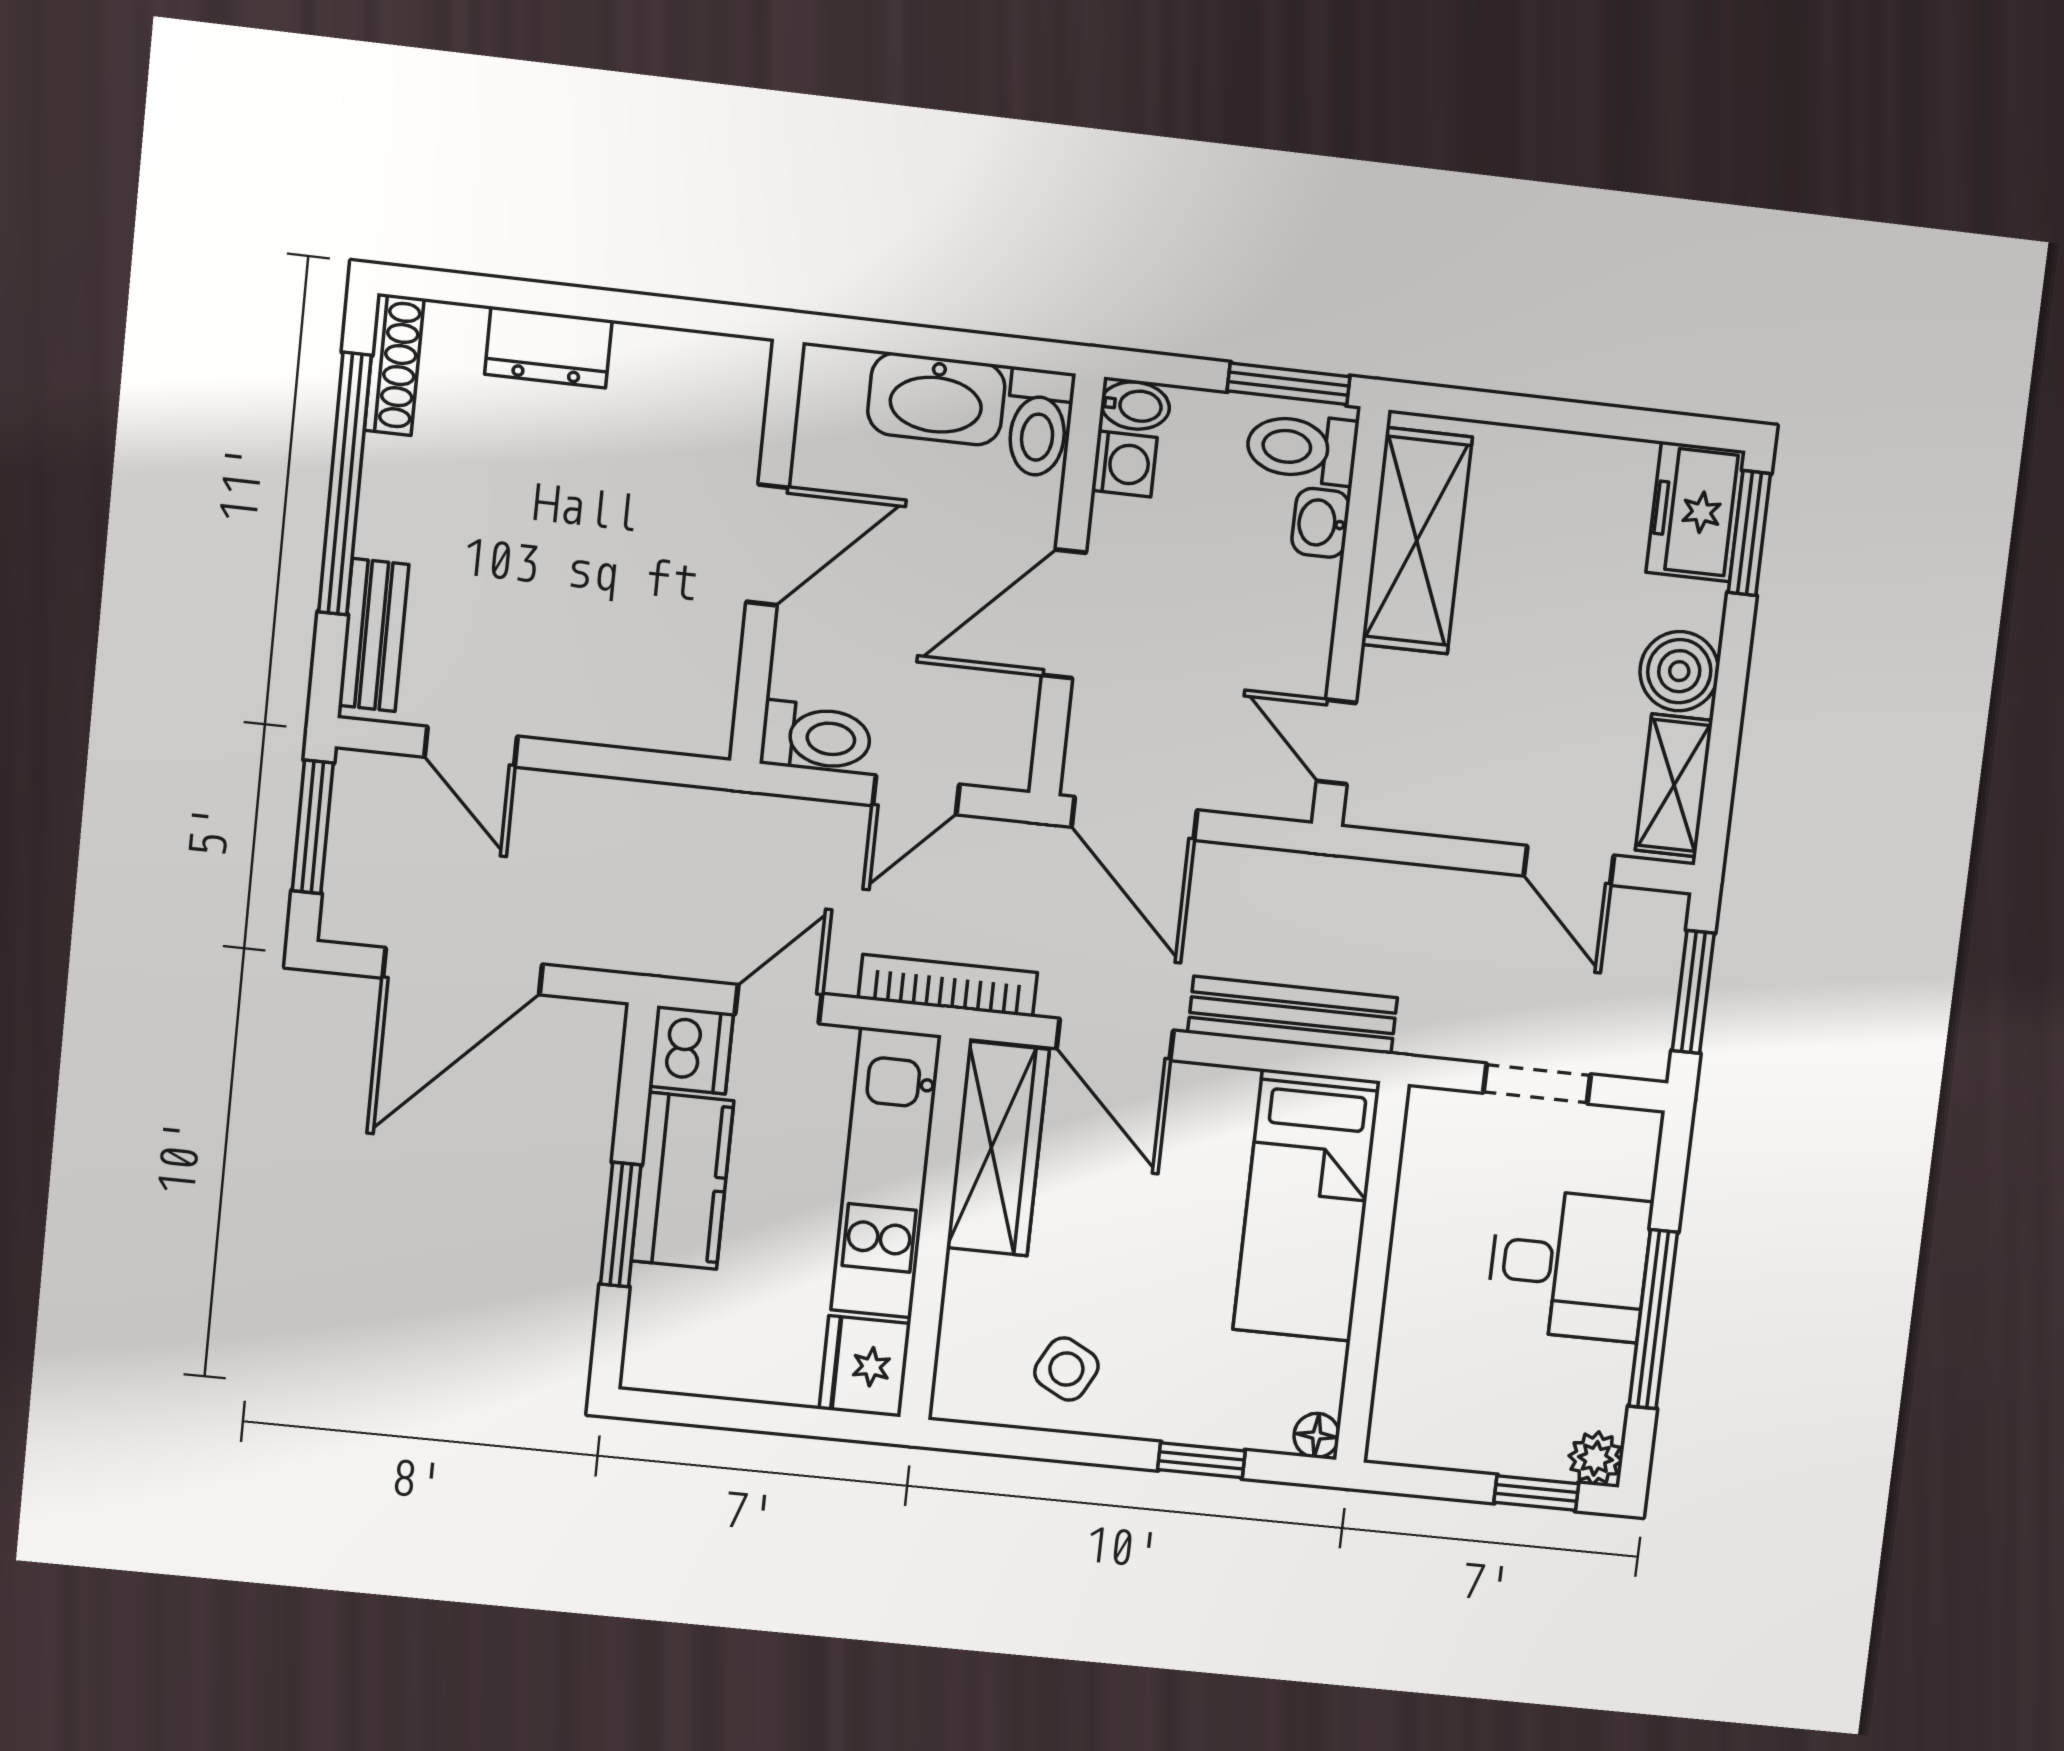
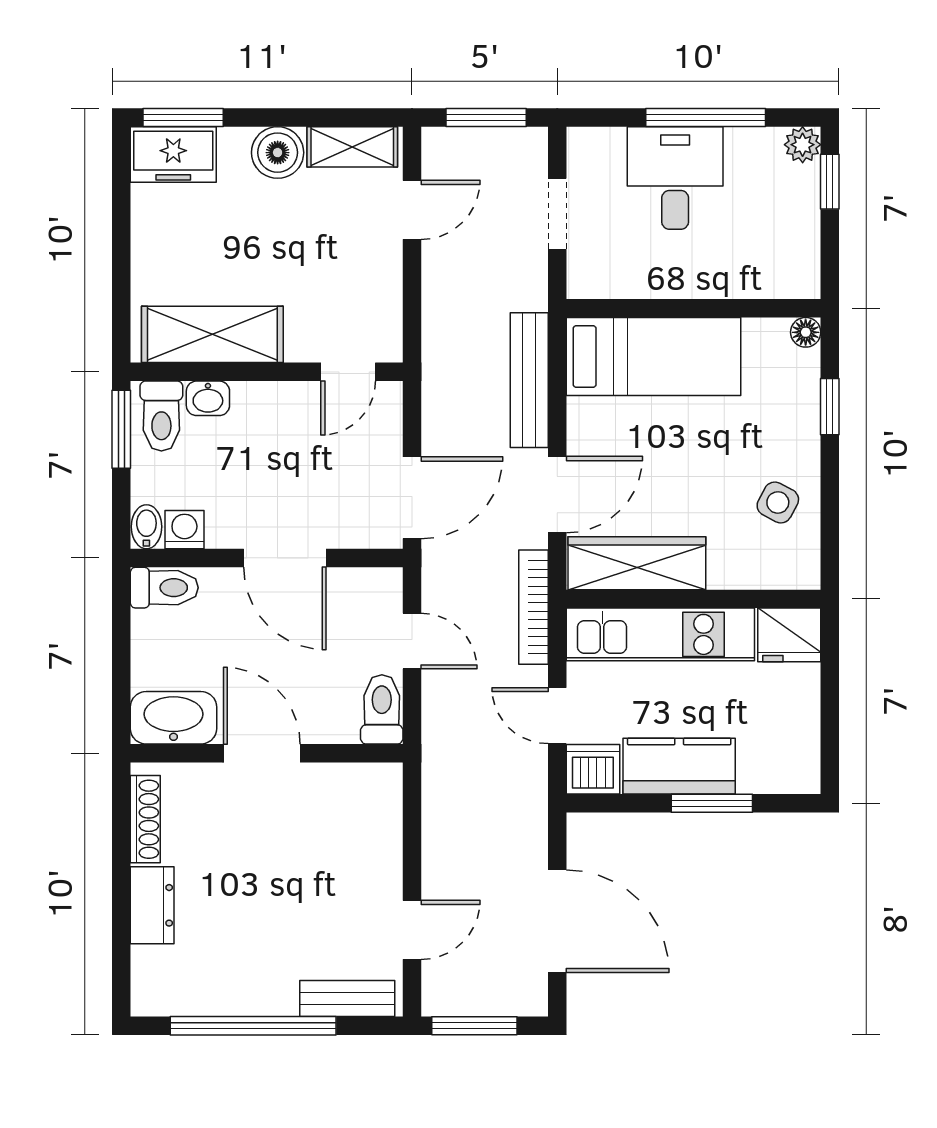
shoe rack: (394, 364) -> (145, 819), moved, turned 90
washbasin: (936, 399) -> (173, 718), moved, turned -90

